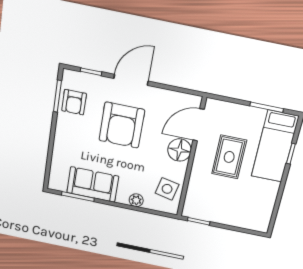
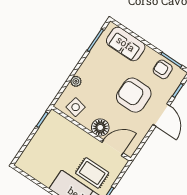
door: (199, 125) -> (113, 148), hinge flipped
rug: (229, 157) -> (92, 173), moved
sofa: (93, 184) -> (126, 44), moved, turned 90

